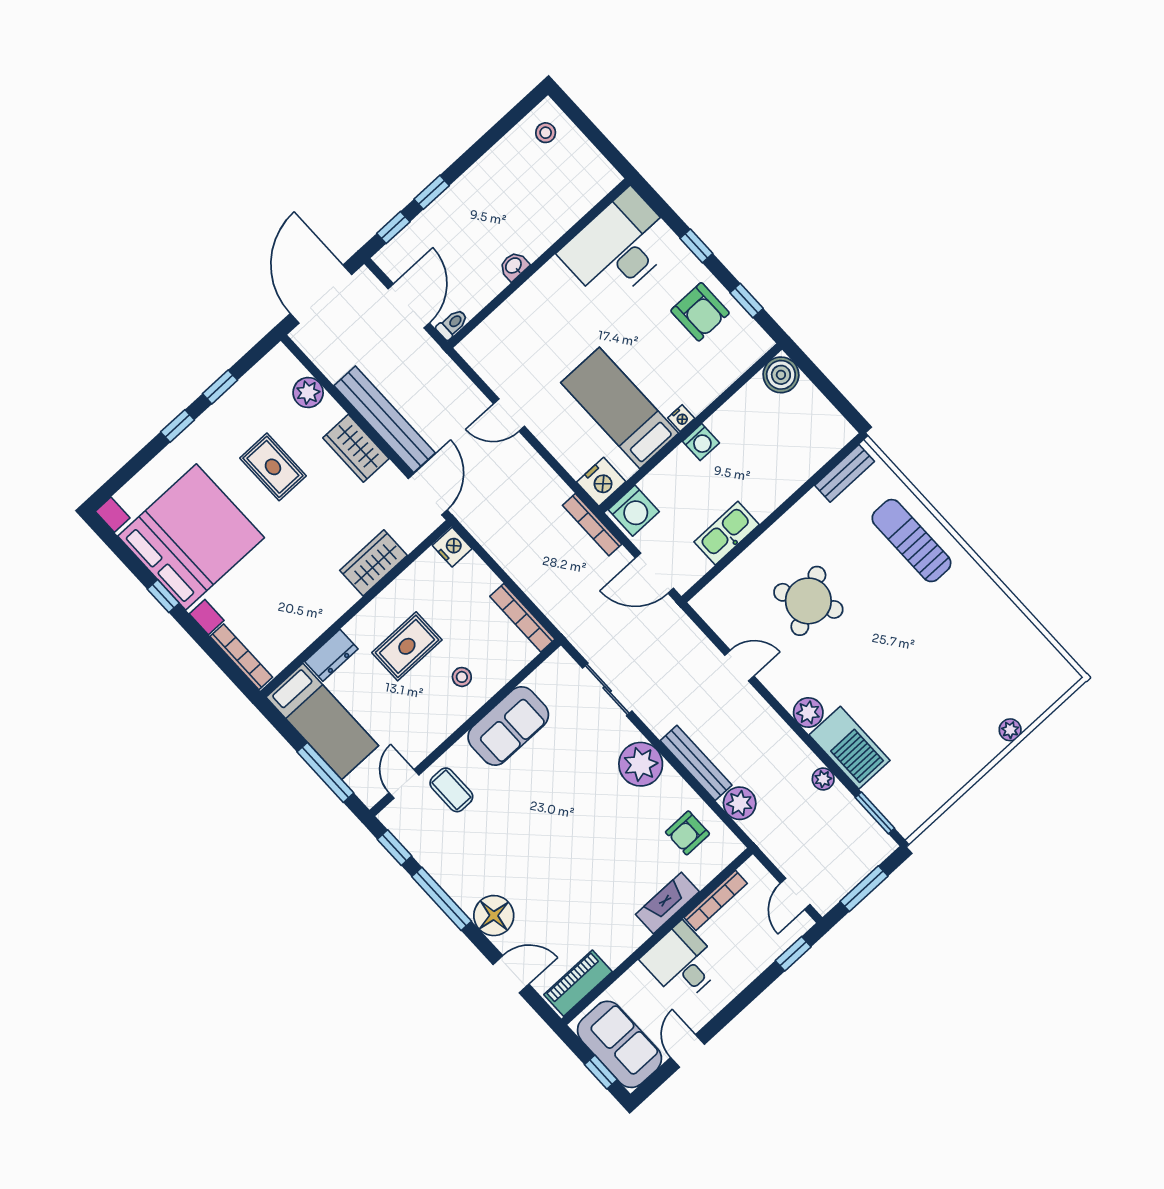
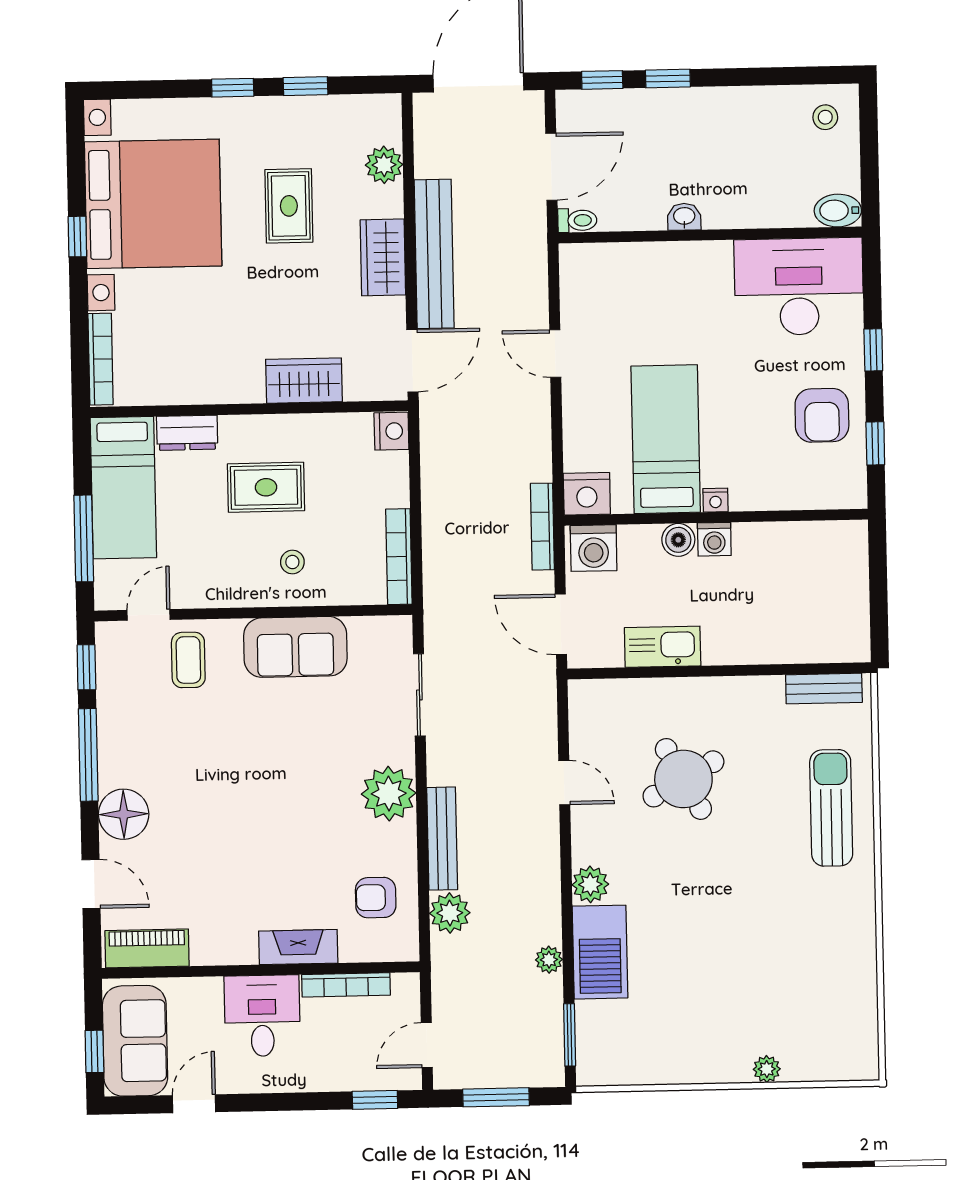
bidet: (602, 182) -> (838, 211), added
boiler: (781, 375) -> (678, 540), moved, width x0.73, depth x0.73

